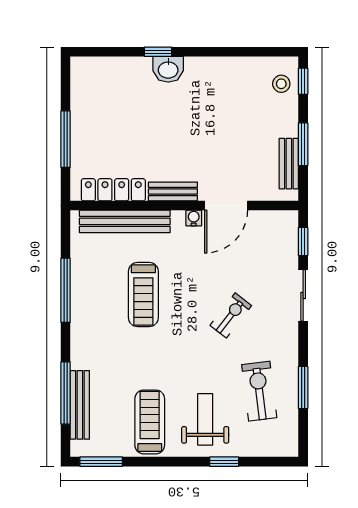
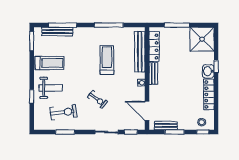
locker: (220, 68) -> (209, 94), added
shower: (97, 83) -> (202, 39), added
door: (226, 205) -> (147, 111), moved
treadmill: (143, 294) -> (107, 60), turned 90

